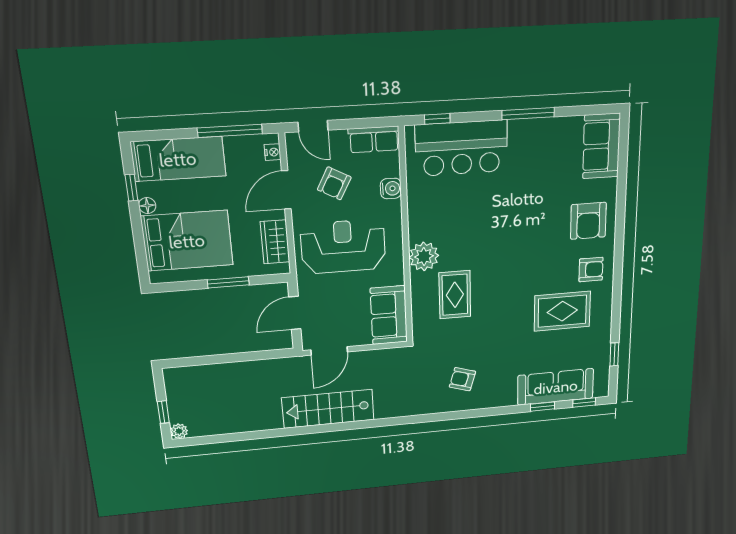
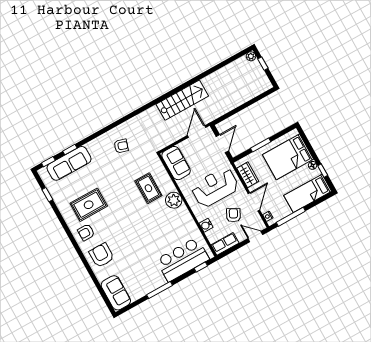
reception desk: (343, 246) -> (215, 187), turned 180

